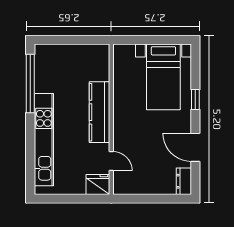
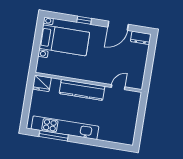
window: (30, 83) -> (54, 136), width x0.68
kitchen unit: (44, 140) -> (65, 128), moved
fridge: (98, 185) -> (42, 83), moved, turned -90

